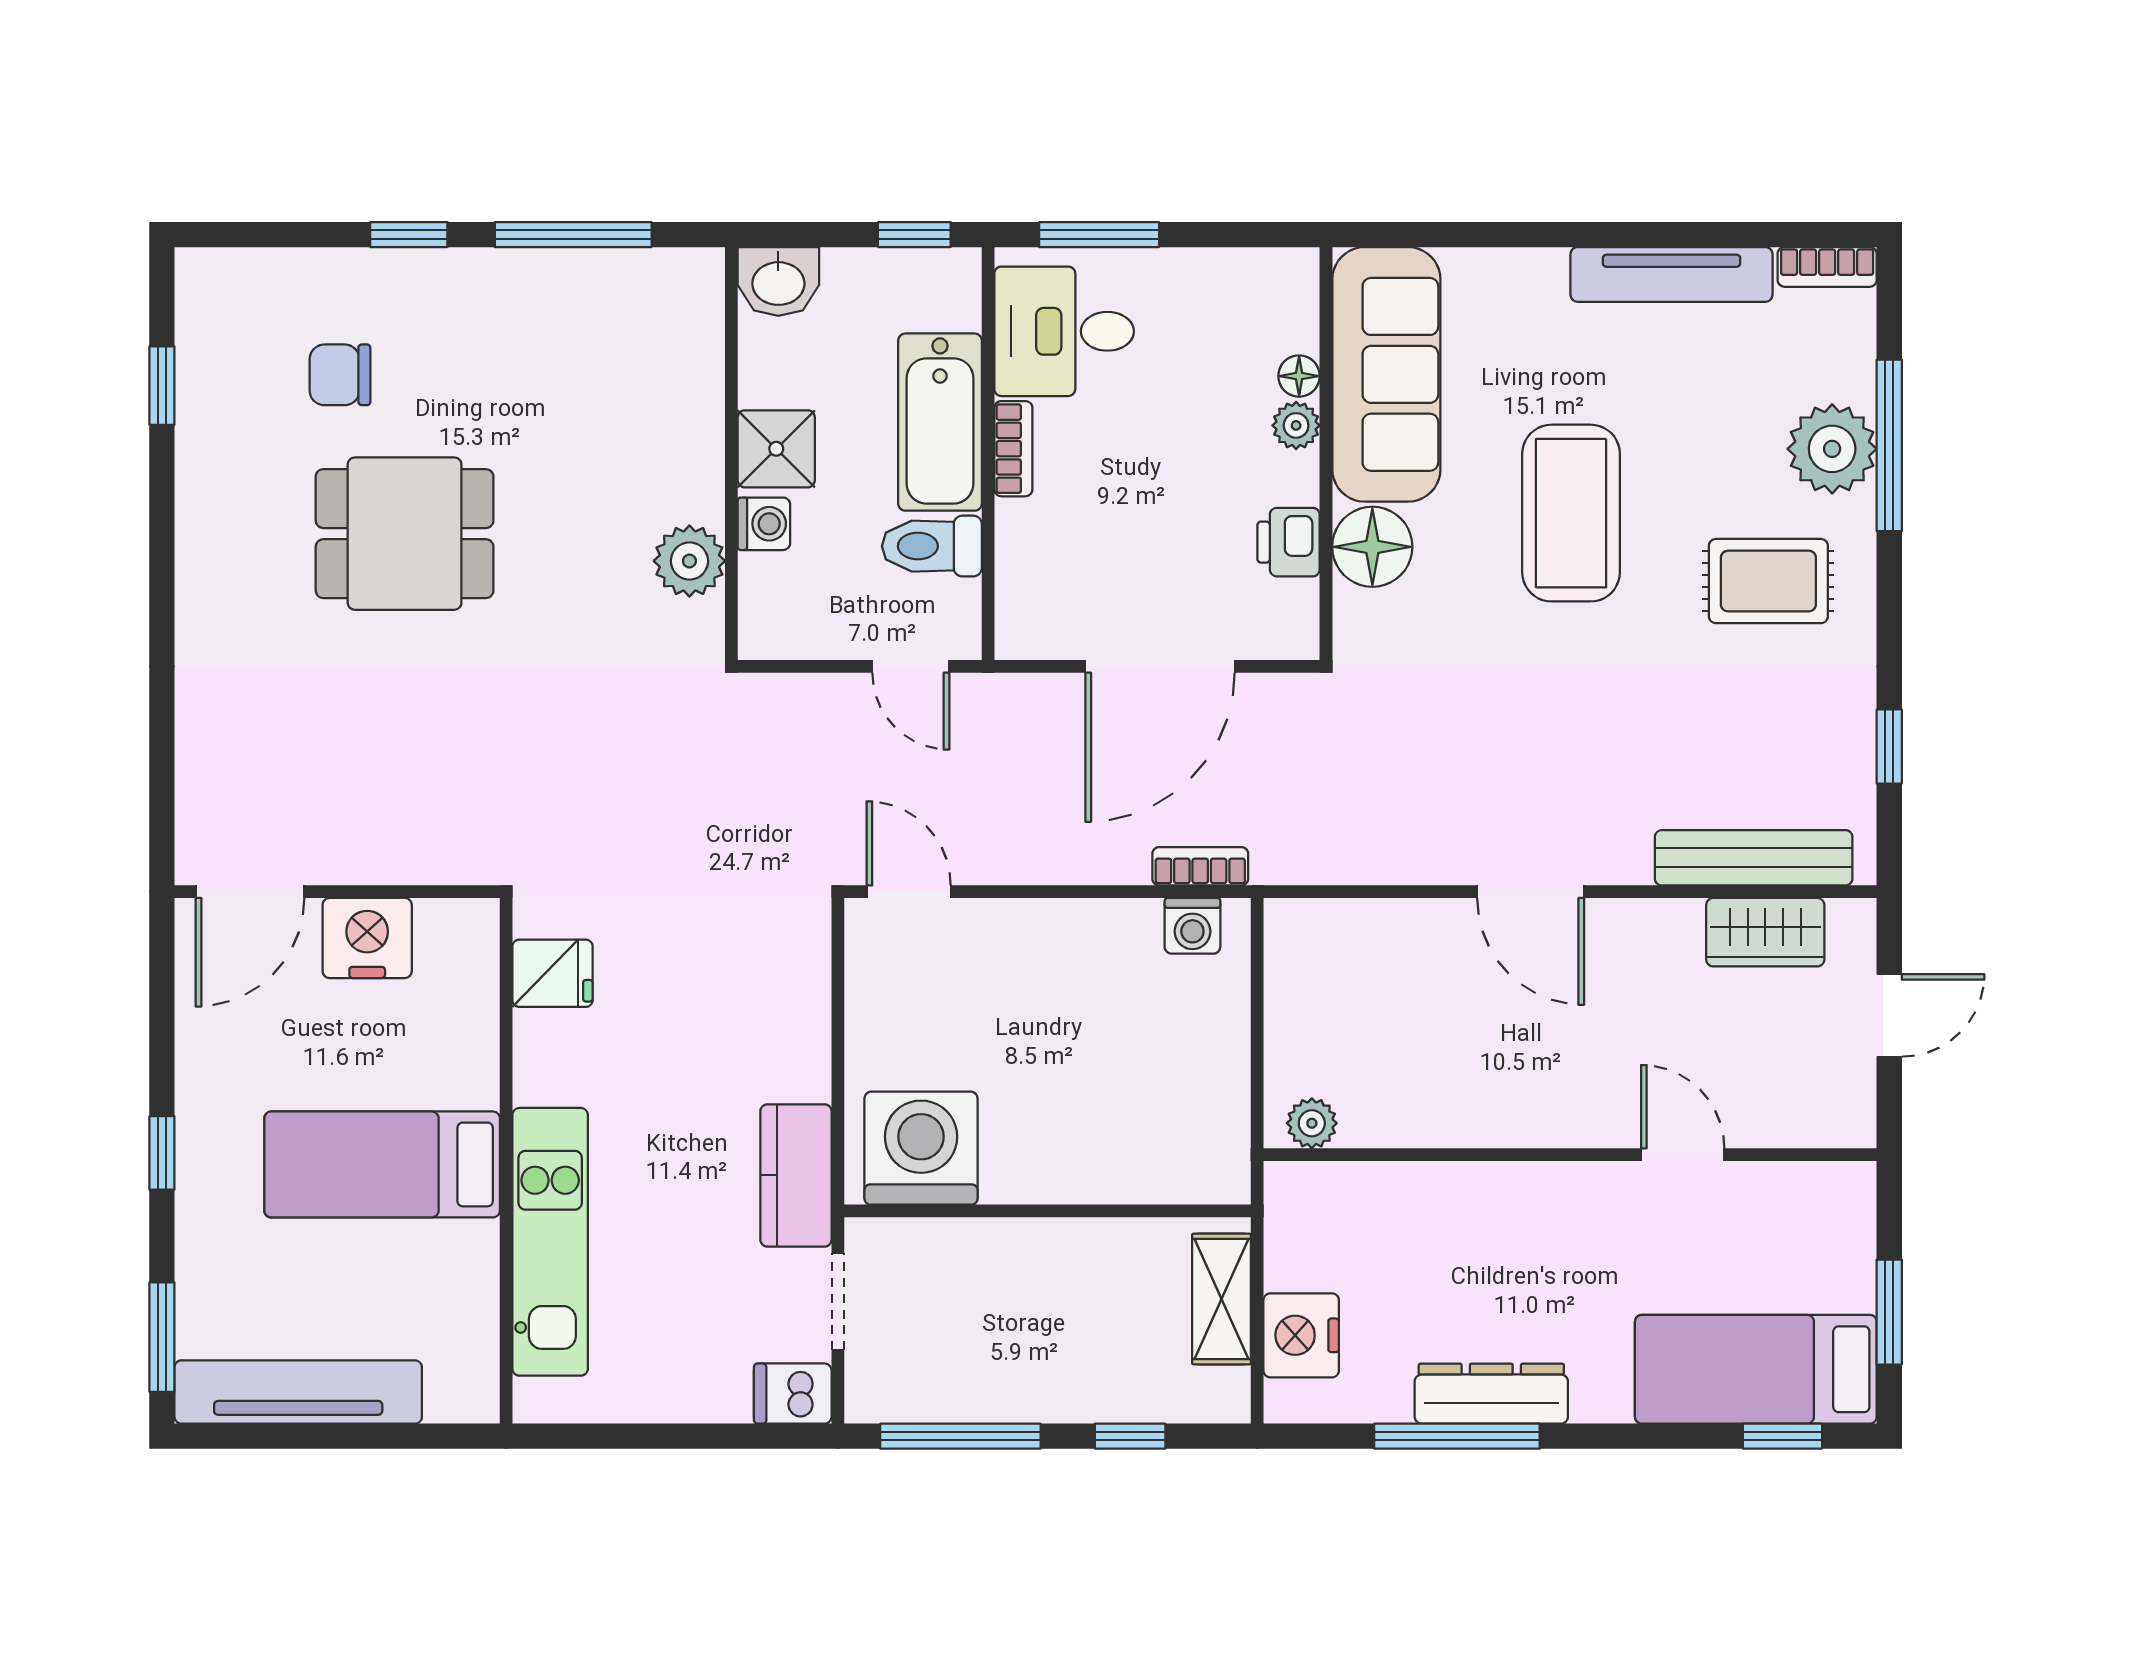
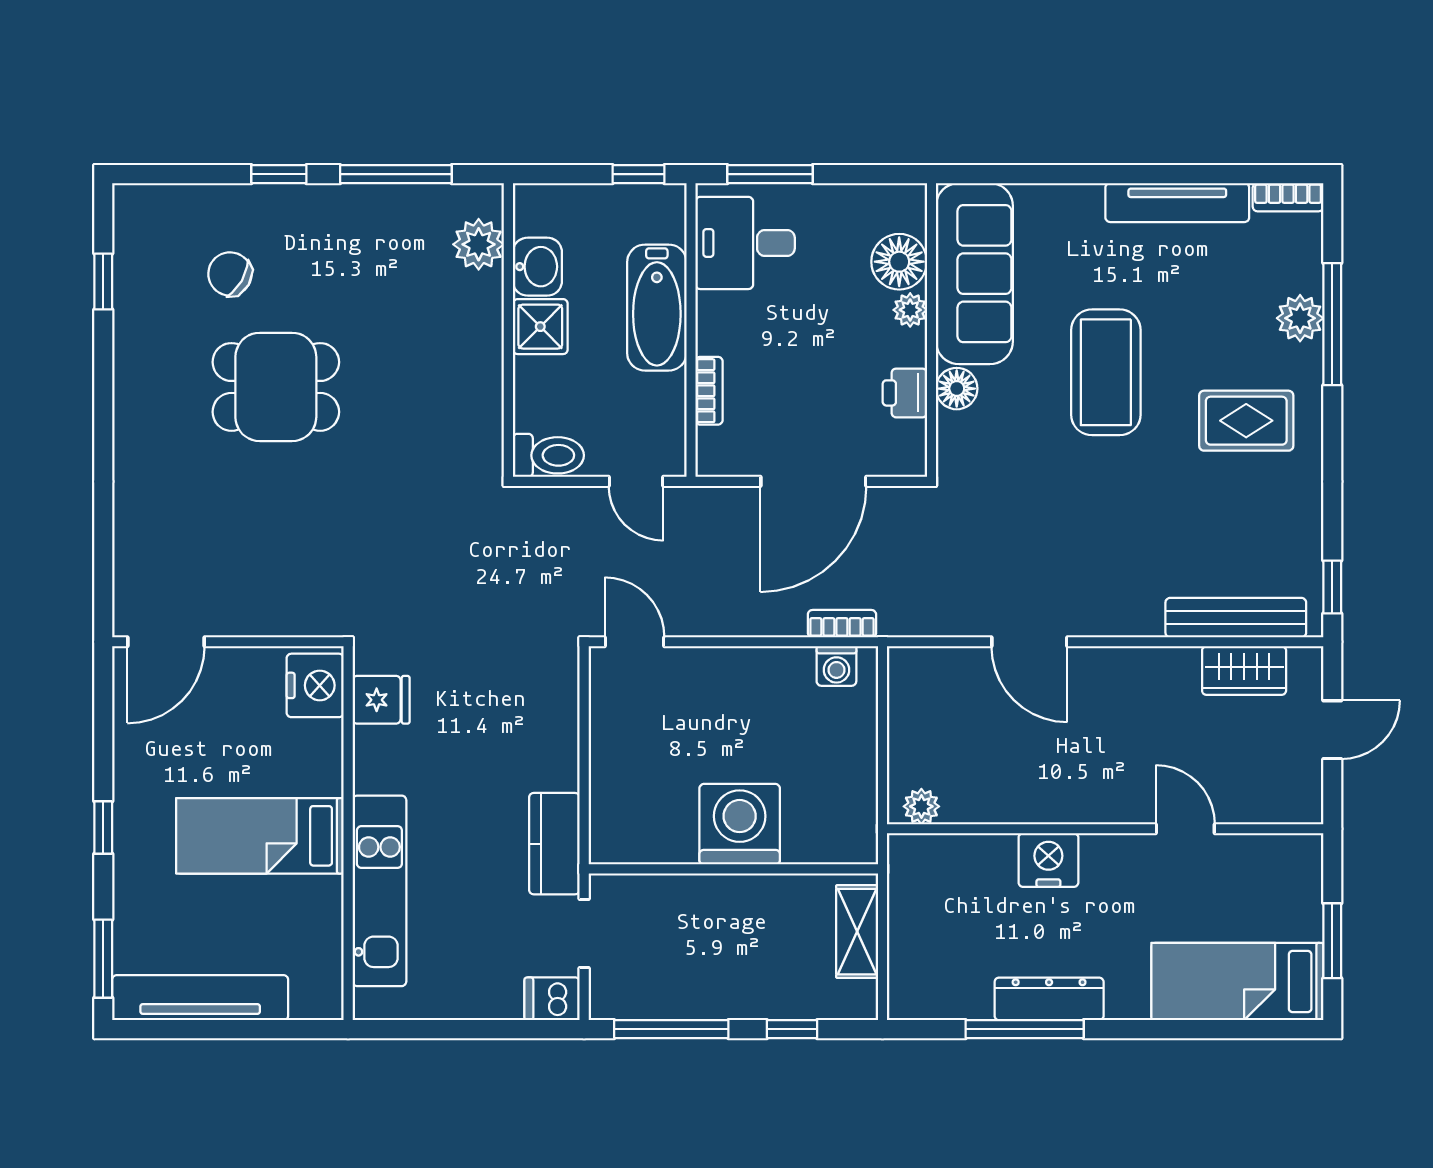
washbasin: (778, 282) -> (537, 267), moved, turned -90
chair: (340, 375) -> (230, 274), turned 30
floor lamp: (1299, 376) -> (899, 262), width x1.89, depth x1.89
bookcase: (1013, 449) -> (709, 391), moved
plant: (1832, 449) -> (1300, 318), width x0.73, depth x0.73
washing machine: (764, 524) -> (532, 380), removed
toilet: (932, 546) -> (548, 455), moved, turned 180
floor lamp: (1372, 547) -> (957, 389), width x0.73, depth x0.73
plant: (689, 561) -> (479, 244), moved
window: (1889, 746) -> (1332, 587), moved
door: (1531, 892) -> (1029, 642), moved
nightstand: (367, 938) -> (315, 685), moved, turned 90
washing machine: (921, 1148) -> (740, 824), moved
nightstand: (1301, 1335) -> (1048, 860), moved, turned 90
window: (1782, 1436) -> (1256, 1029), removed

